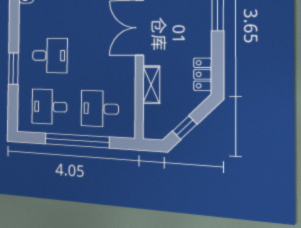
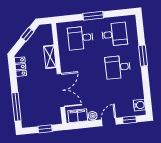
desk: (100, 109) -> (80, 38), turned 180
window: (77, 141) -> (93, 16), width x0.47

